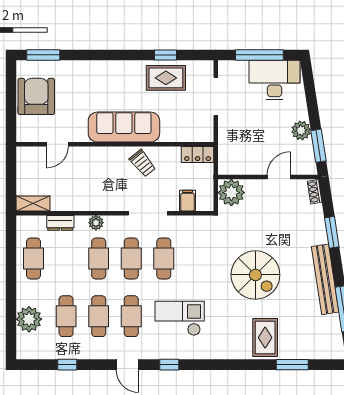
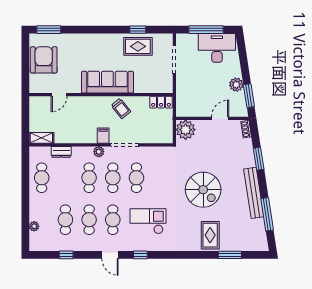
filing cabinet: (187, 201) -> (103, 136), moved
plant: (96, 223) -> (99, 152), moved
plant: (29, 319) -> (34, 226), width x0.53, depth x0.53

